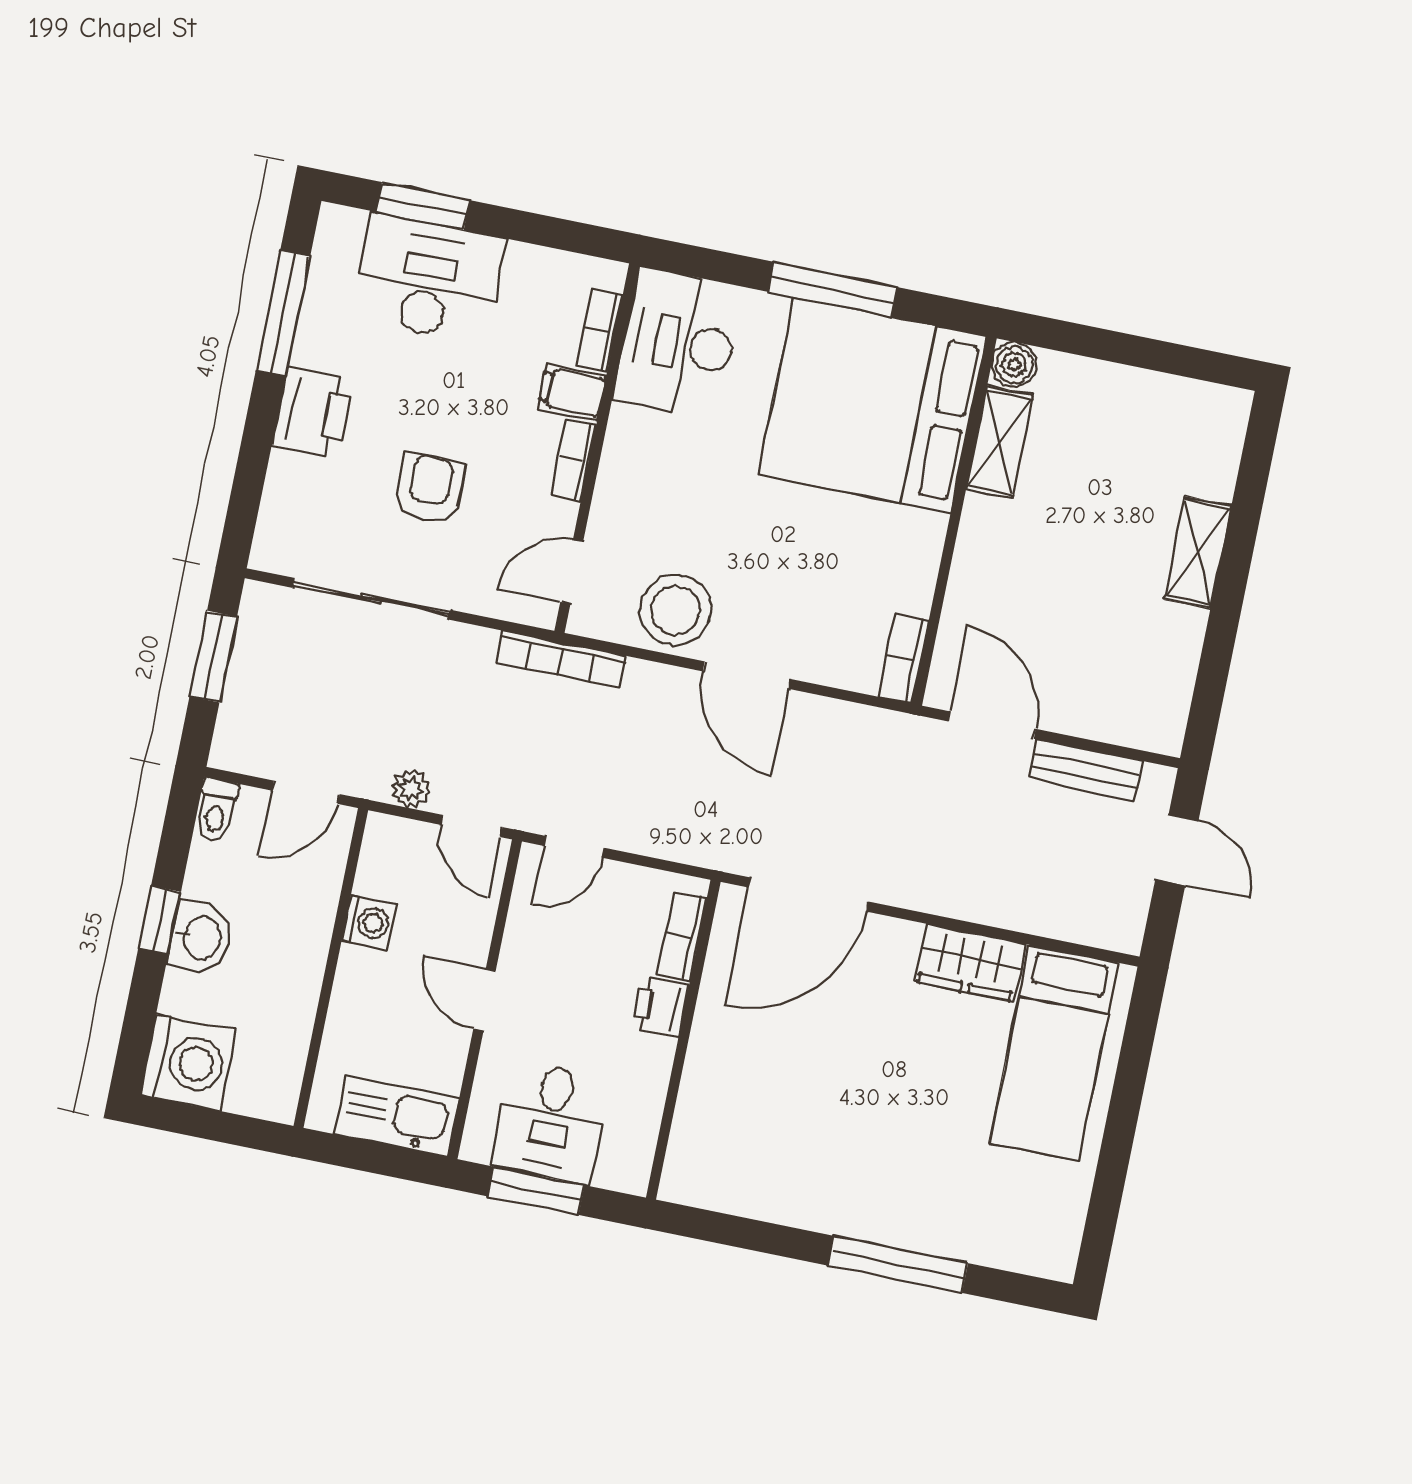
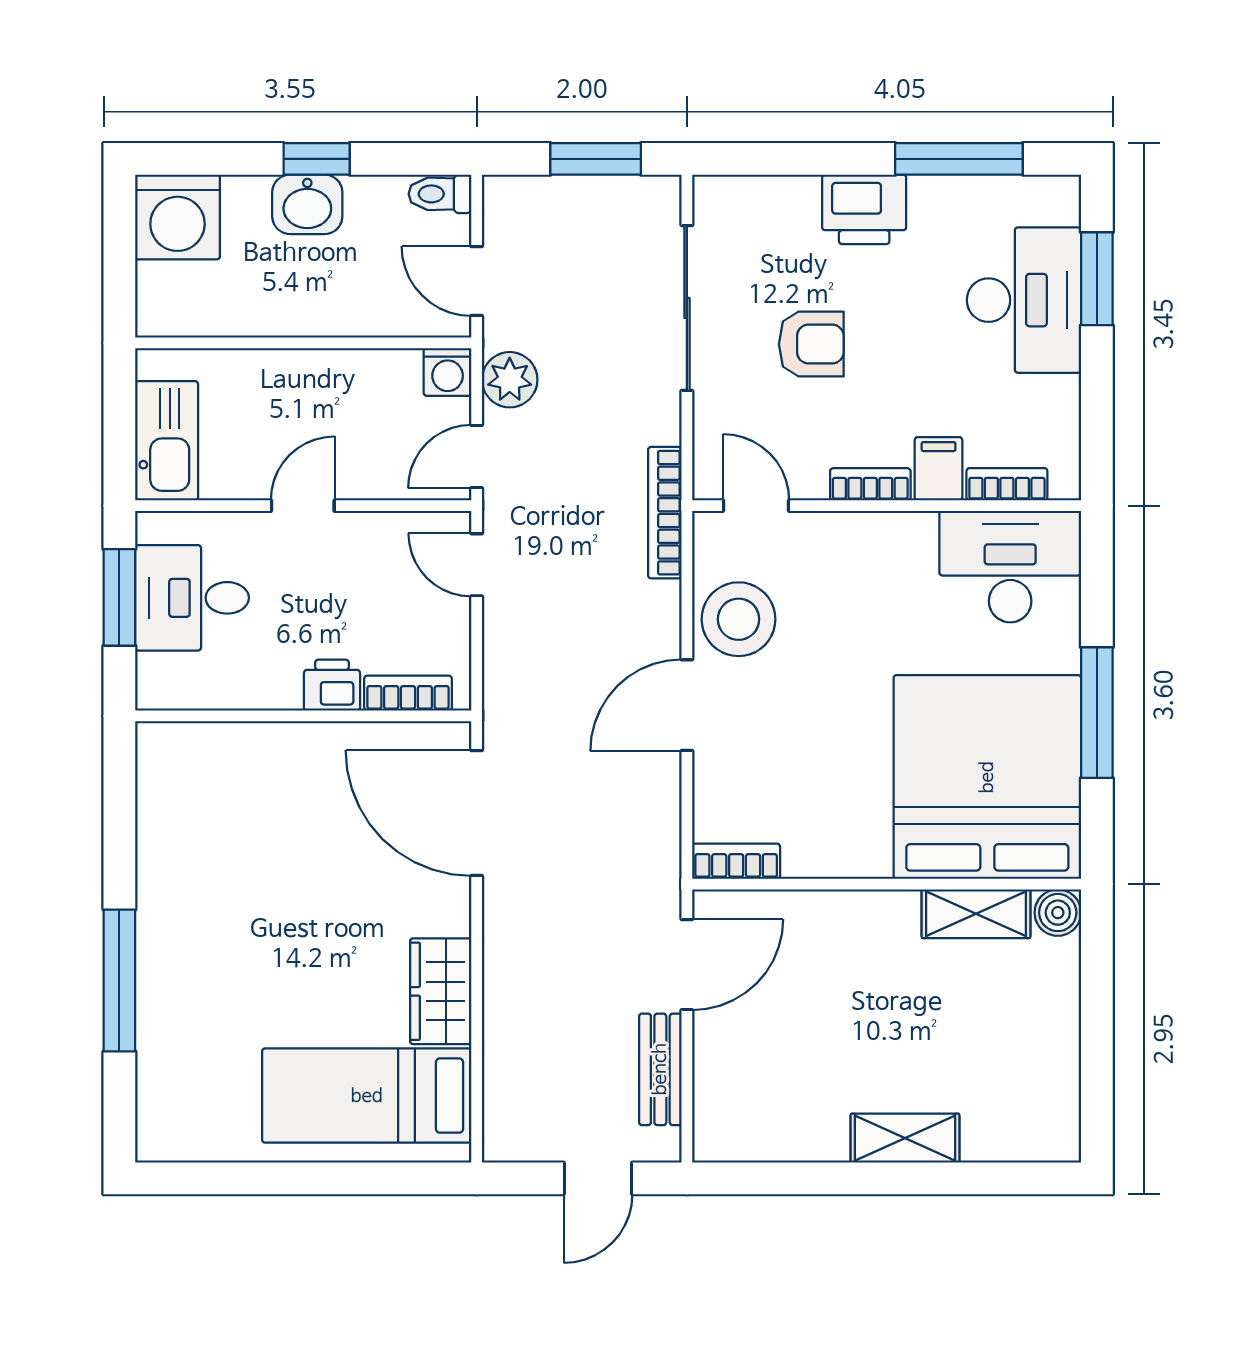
plant: (411, 789) -> (510, 380), width x1.38, depth x1.38
washing machine: (369, 922) -> (448, 372), moved

